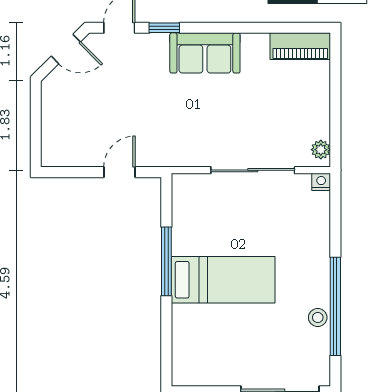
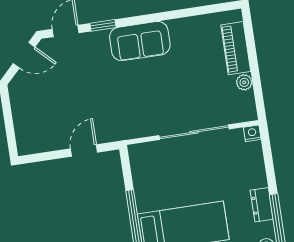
piano: (300, 46) -> (236, 48), moved, turned 90
plant: (321, 150) -> (244, 82), moved
dresser: (320, 268) -> (262, 205), added

